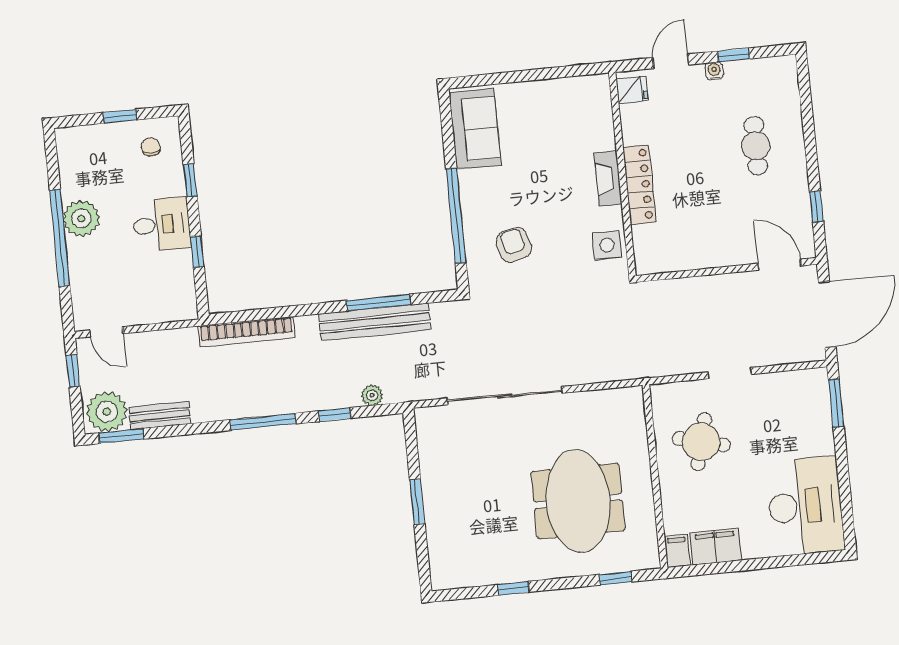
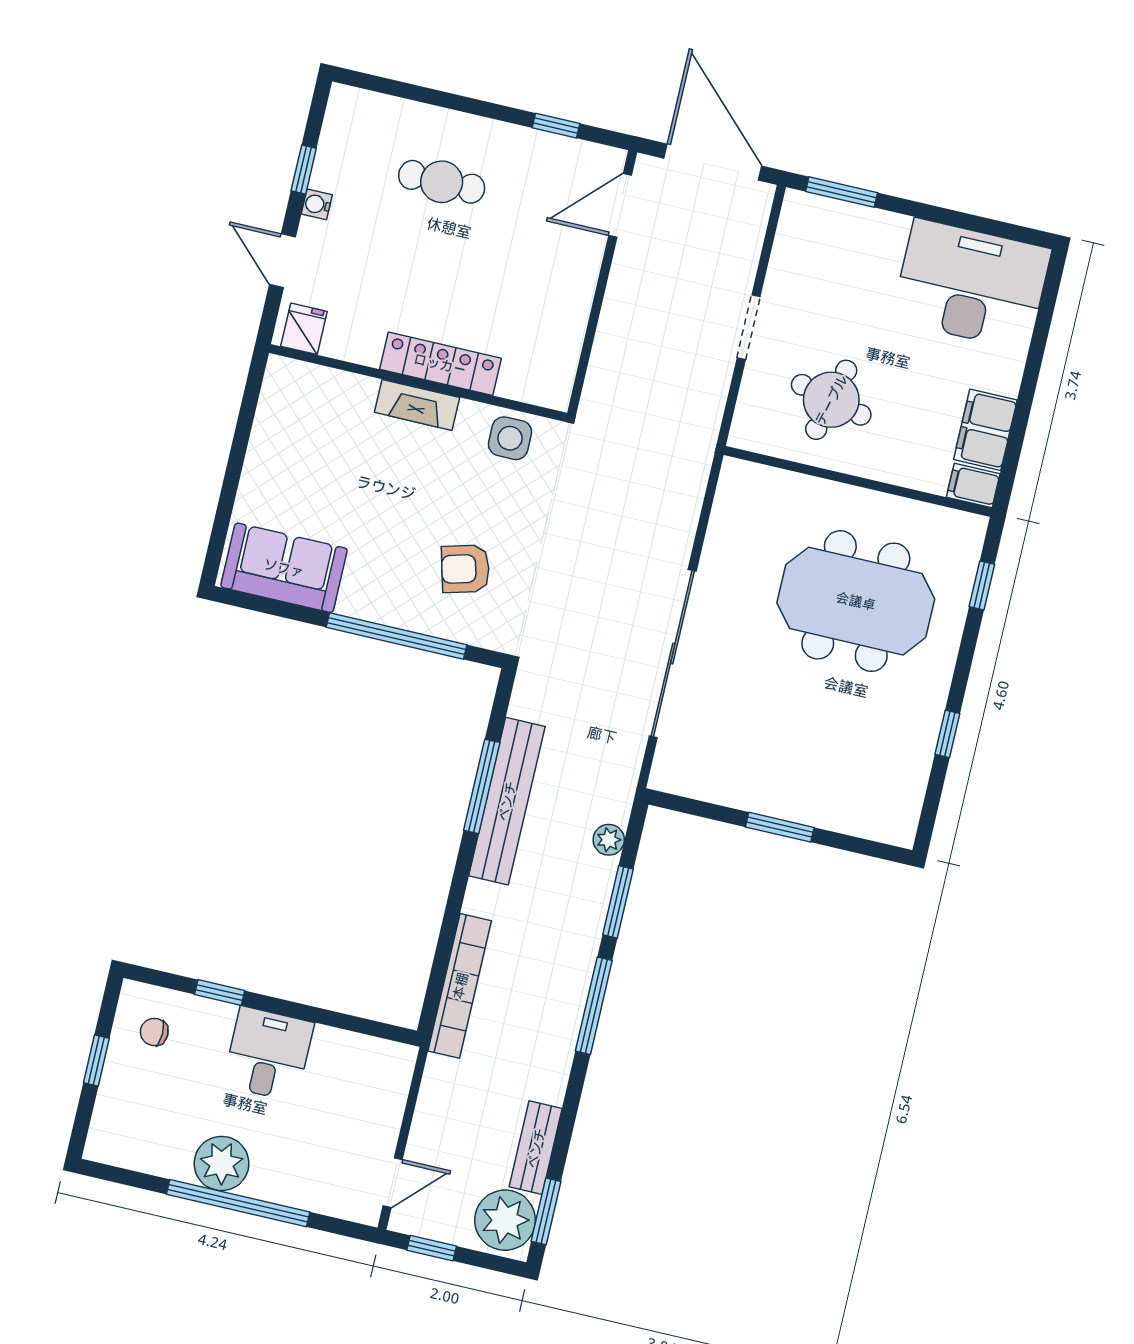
window: (197, 252) -> (323, 1017), removed
window: (334, 415) -> (618, 902), width x1.50

